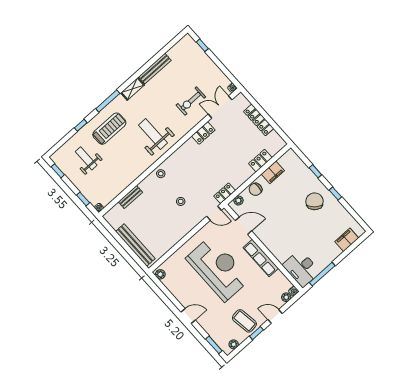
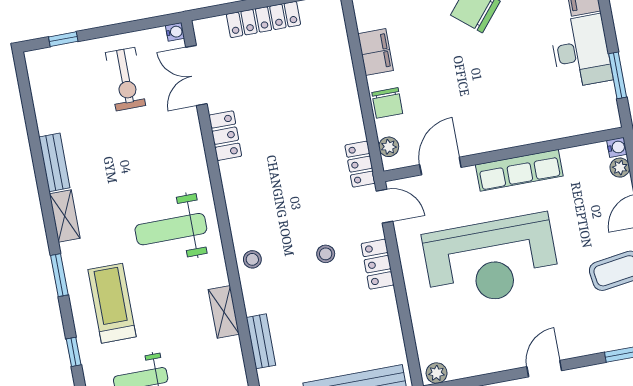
bench: (155, 68) -> (54, 162), width x0.73
window: (108, 101) -> (59, 275), width x0.69
exercise bike: (191, 101) -> (126, 79), moved
locker: (260, 161) -> (378, 264), moved
shelving: (133, 175) -> (224, 312), added
door: (214, 213) -> (385, 206), hinge flipped
desk: (301, 268) -> (581, 51), moved, turned -90
reception desk: (218, 269) -> (491, 261), turned 180
window: (322, 274) -> (618, 75), width x0.69

